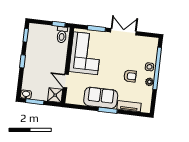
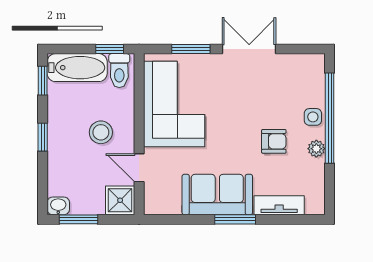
bathtub: (42, 31) -> (77, 68), added
stool: (50, 62) -> (101, 132), added

